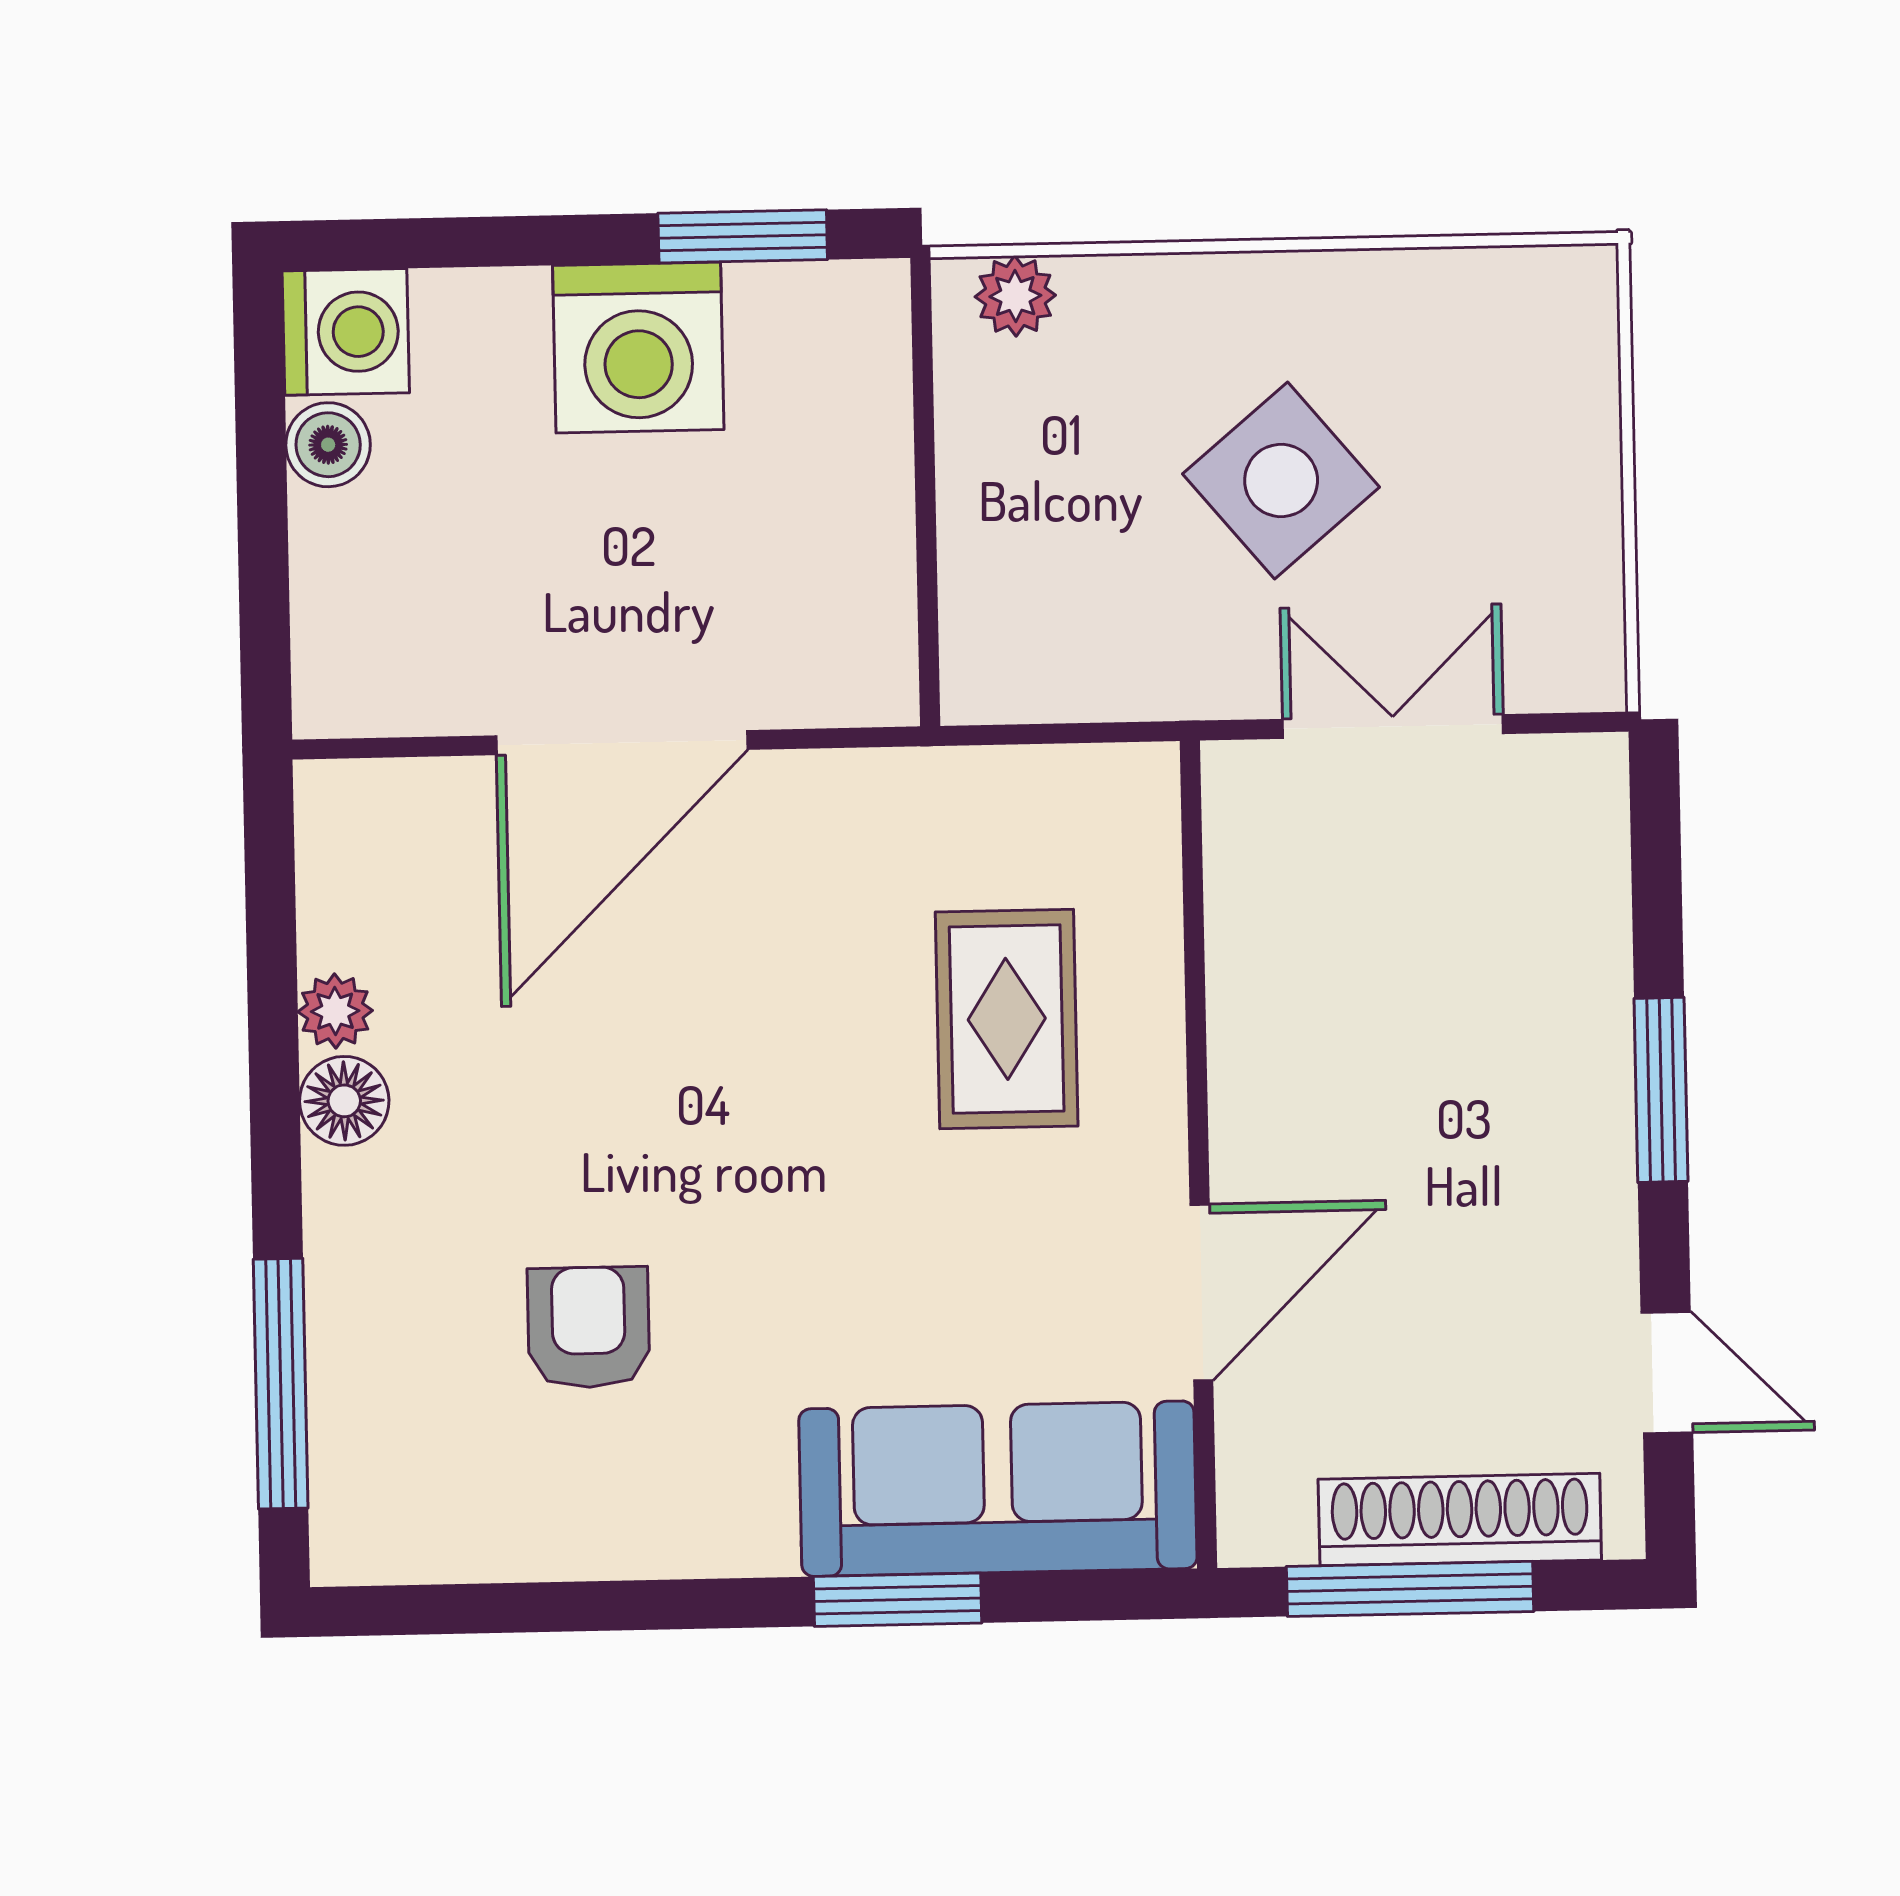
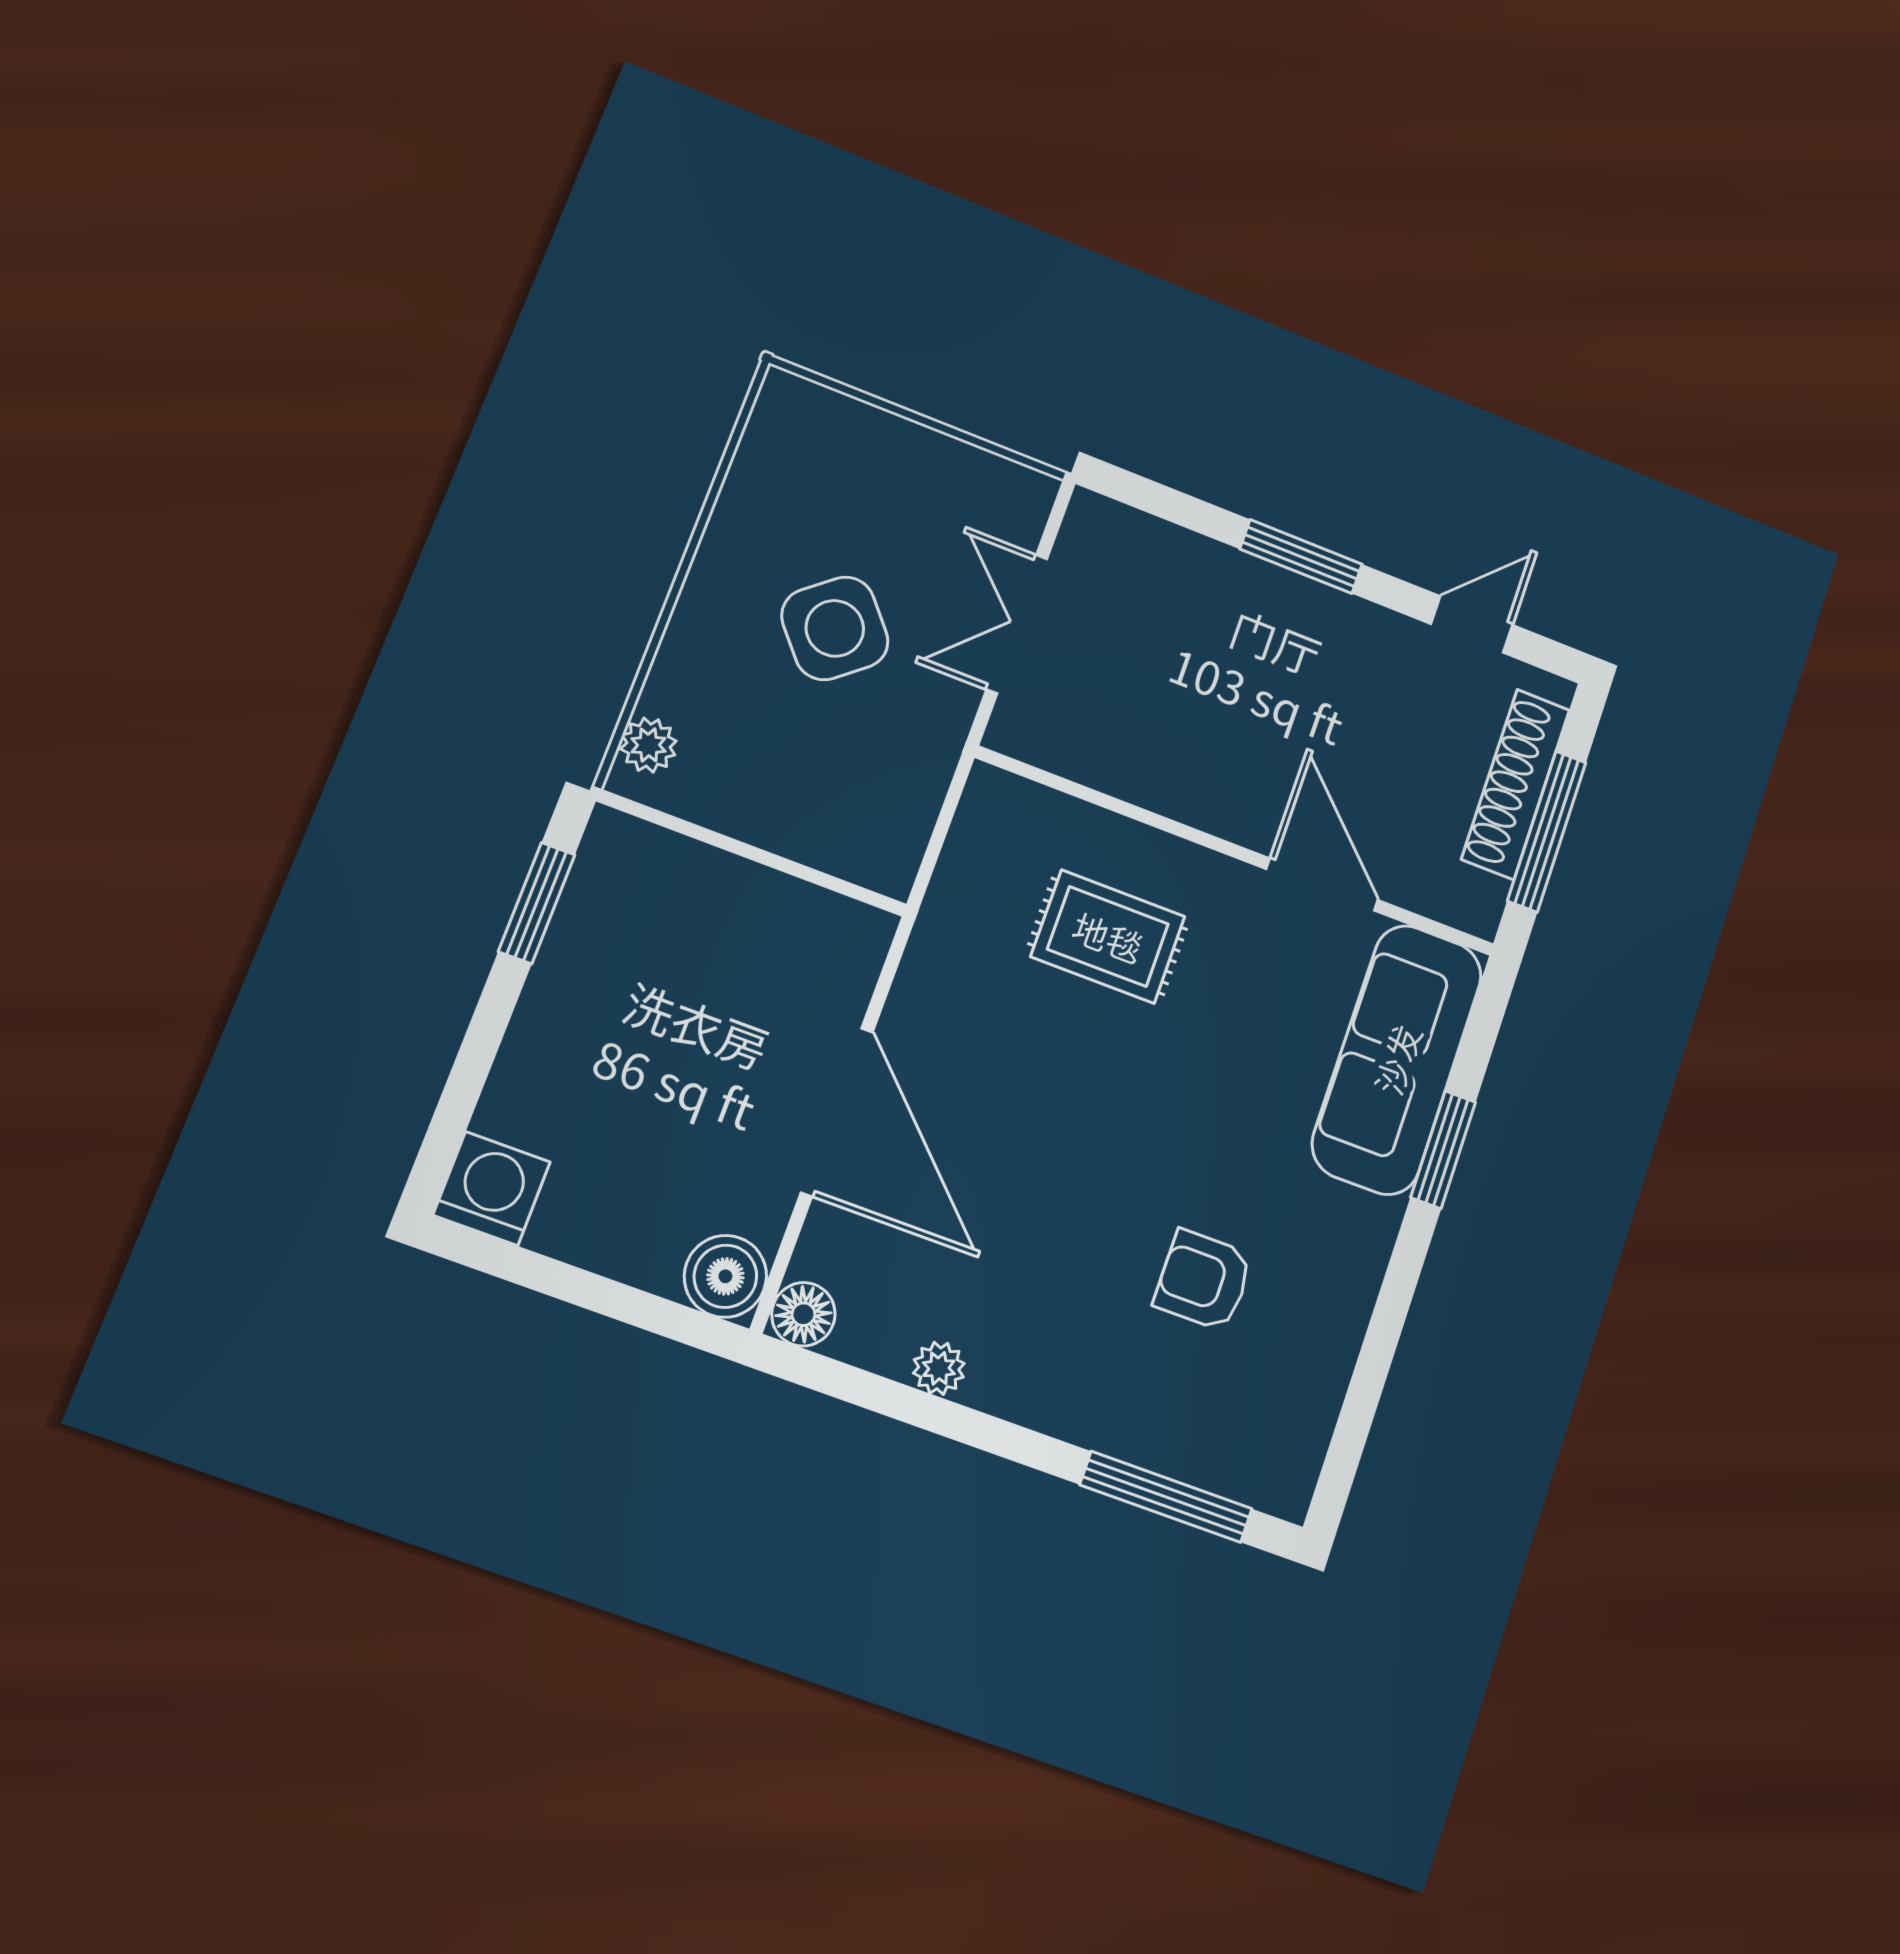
washing machine: (638, 347) -> (582, 1000), removed
boiler: (328, 445) -> (725, 1276), moved, width x1.36, depth x1.36
floor lamp: (344, 1101) -> (803, 1314), moved

